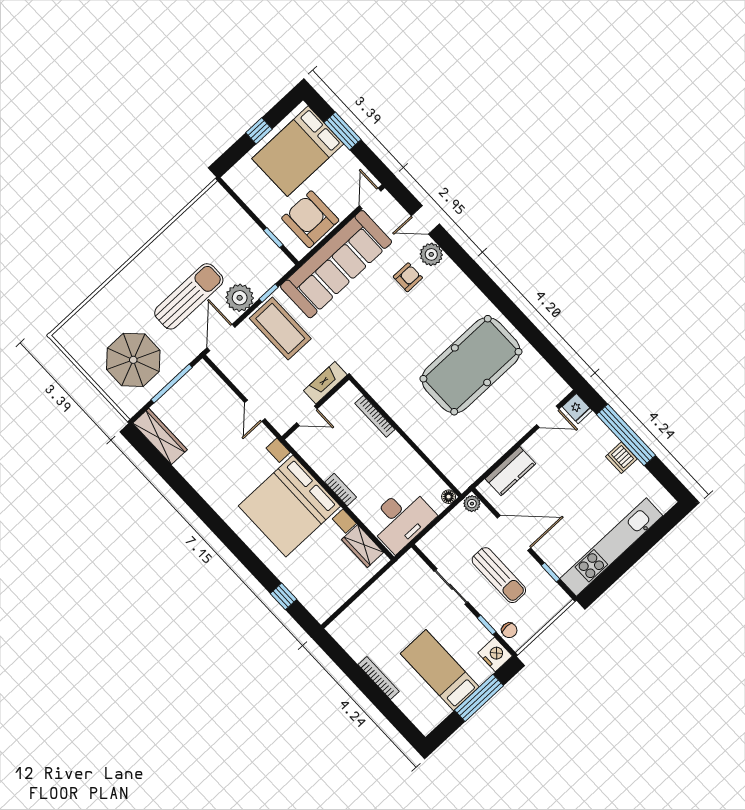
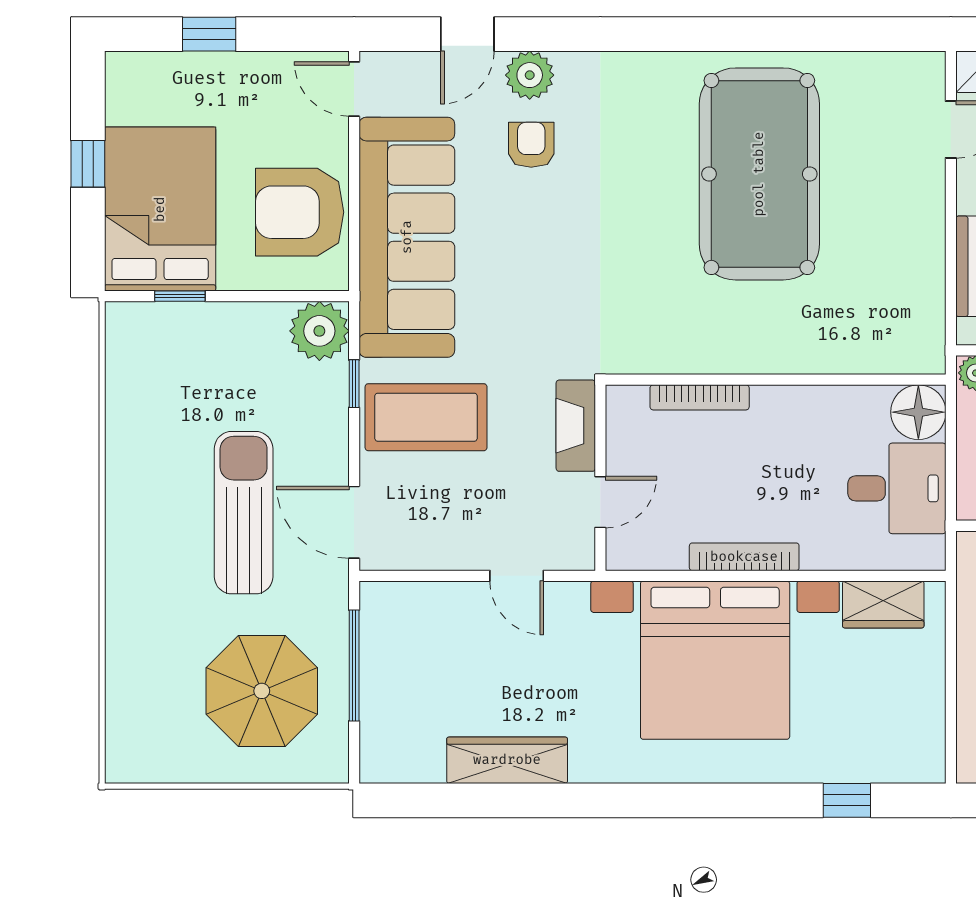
window: (342, 131) -> (209, 34), width x0.67
bed: (298, 151) -> (160, 209), moved, turned 180
window: (273, 238) -> (180, 296), moved
plant: (240, 298) -> (319, 331), moved
wardrobe: (160, 436) -> (507, 760), moved
bookcase: (341, 490) -> (744, 557), width x1.56
floor lamp: (449, 497) -> (918, 412), width x1.89, depth x1.89
desk: (401, 519) -> (897, 488), width x0.73

